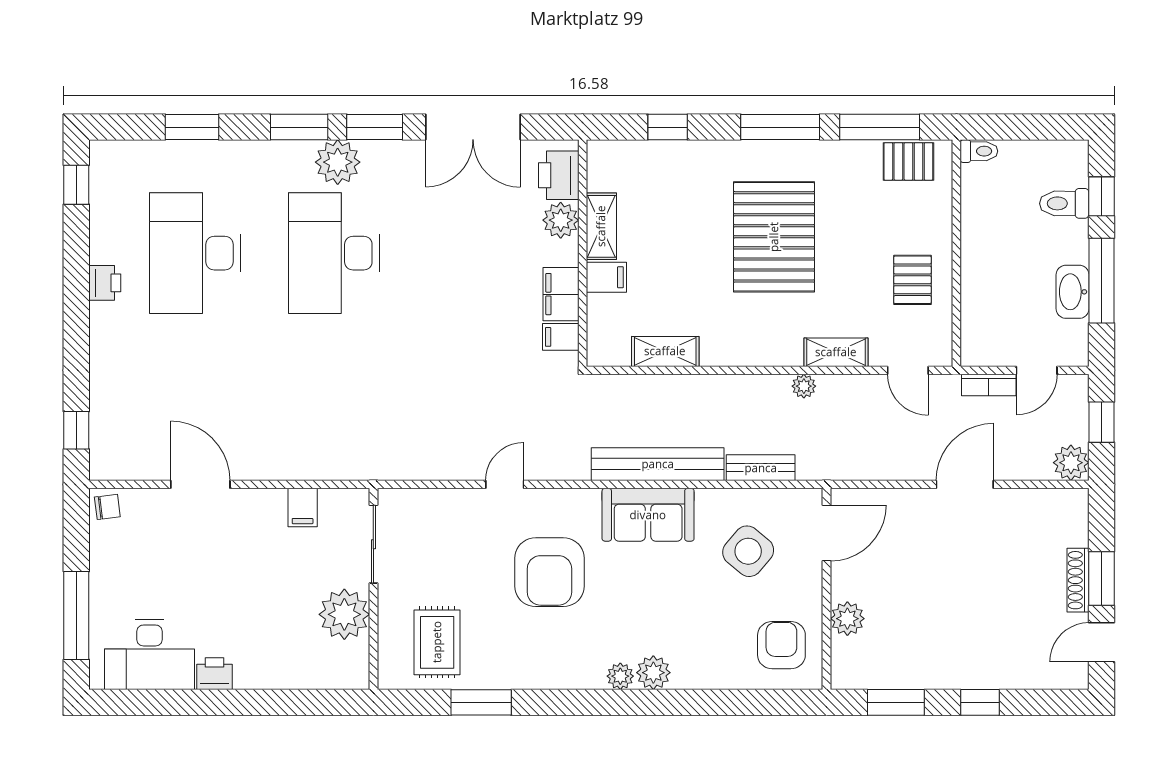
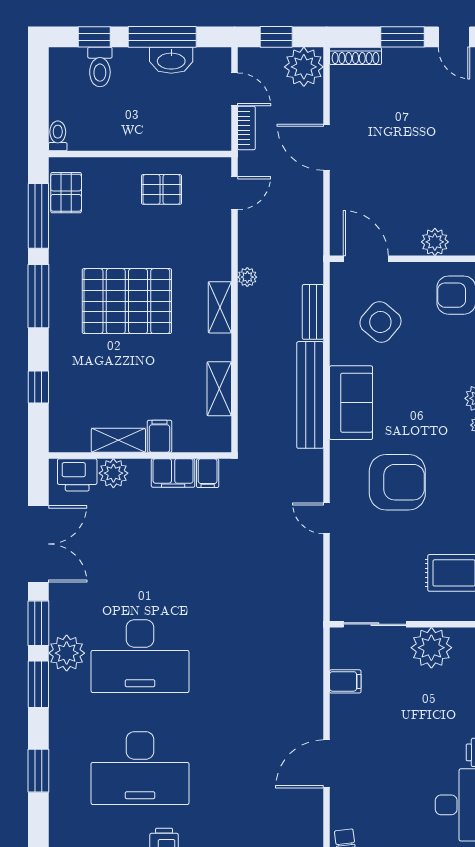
shelving: (836, 352) -> (220, 307), moved
plant: (1071, 463) -> (304, 67), width x1.36, depth x1.36
shoe rack: (1078, 580) -> (355, 56), moved

